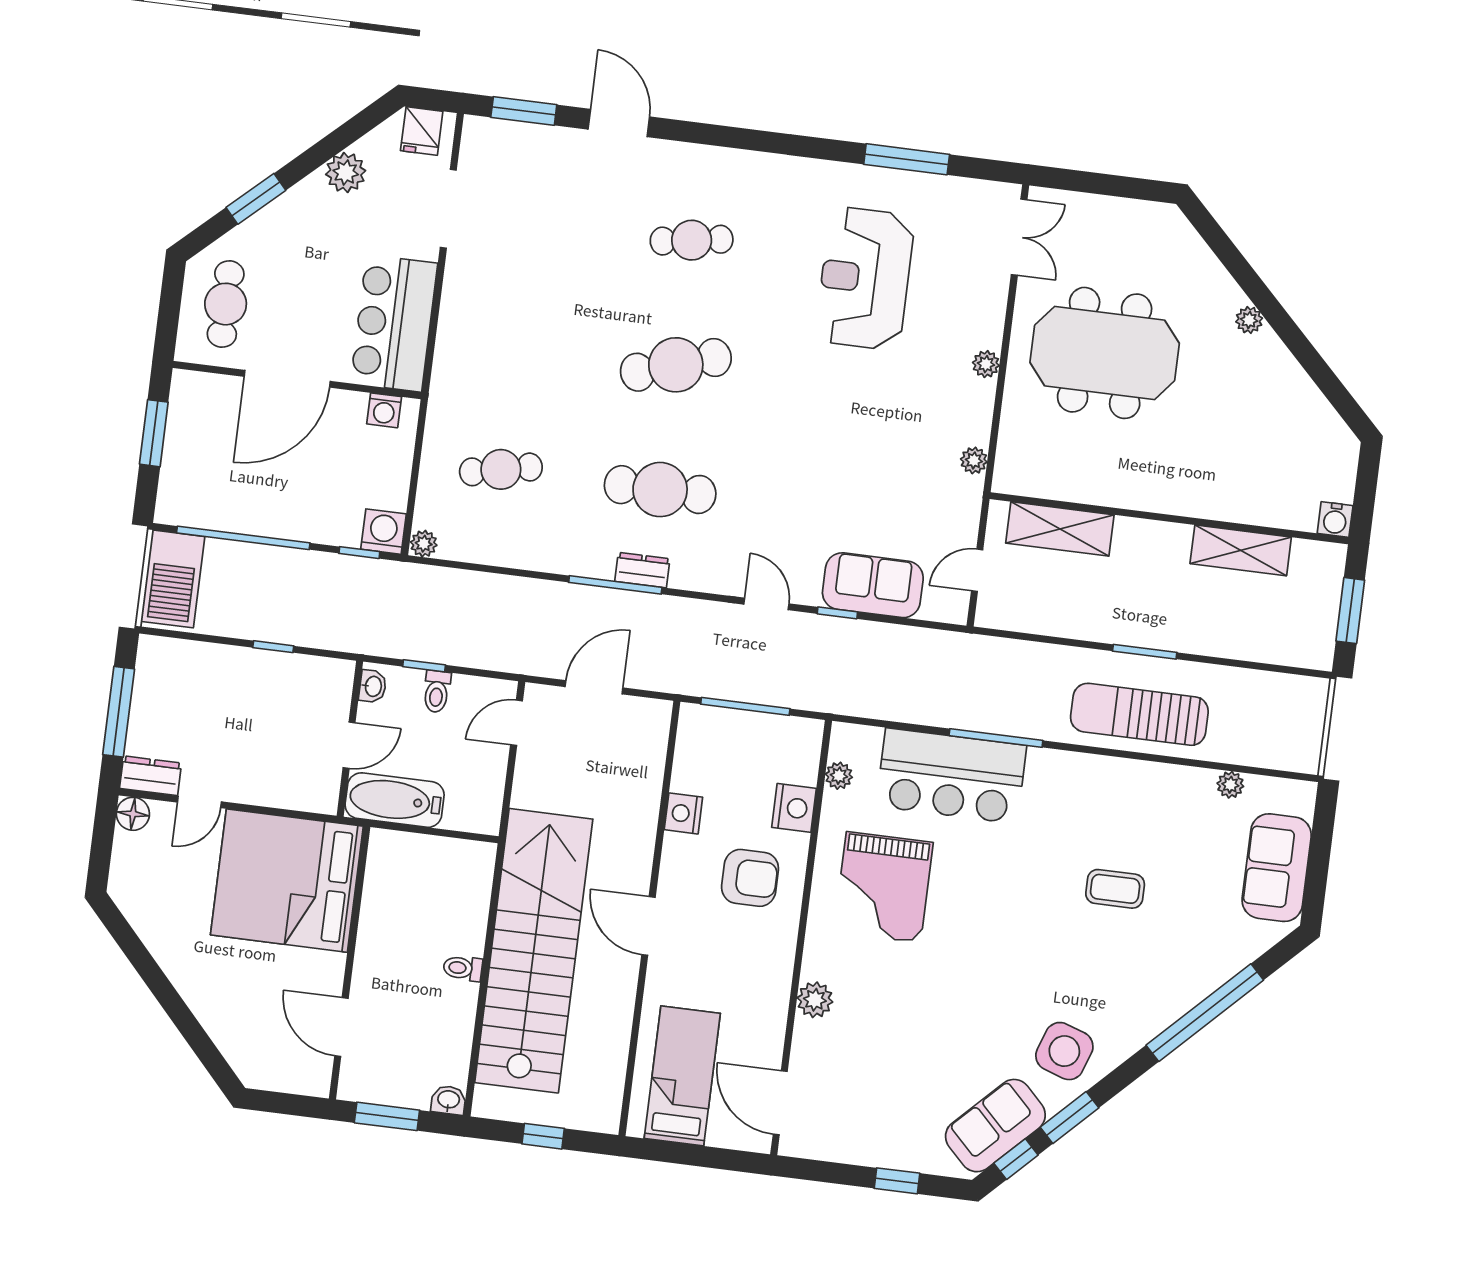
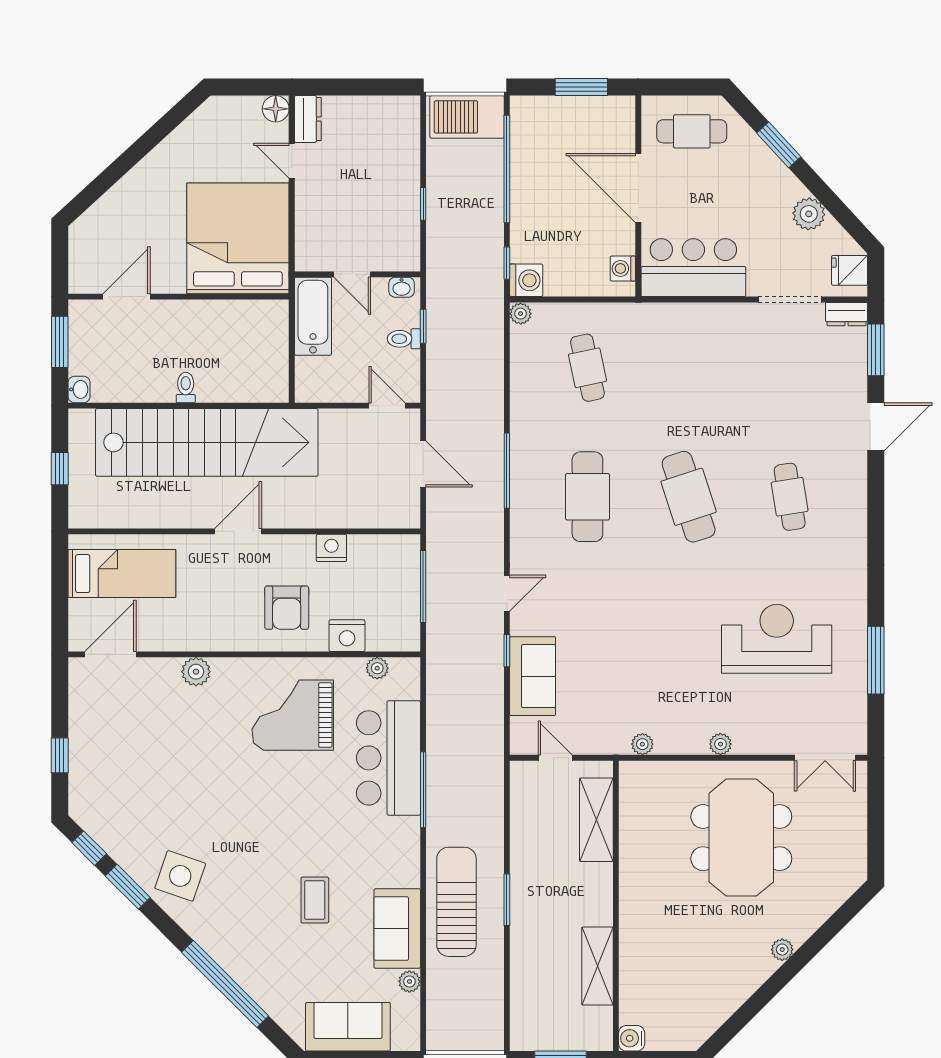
dresser: (642, 570) -> (846, 314), moved, turned 90
window: (119, 712) -> (356, 87), removed
sofa: (995, 1126) -> (397, 929), moved, turned -135

